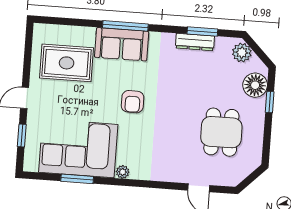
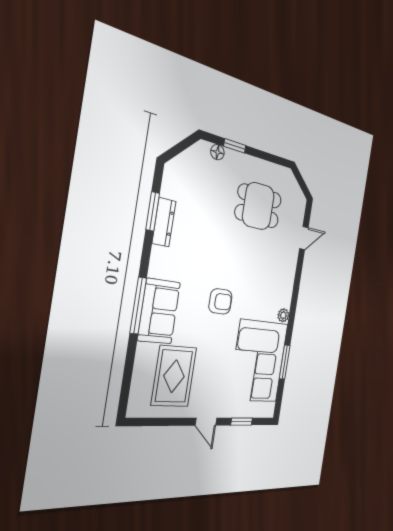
plant: (242, 53) -> (181, 167), removed
floor lamp: (255, 85) -> (217, 152), width x0.53, depth x0.53

